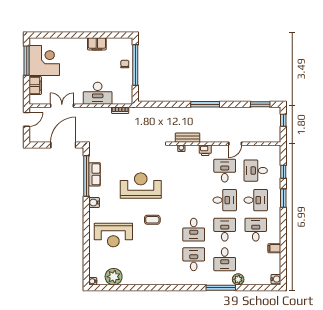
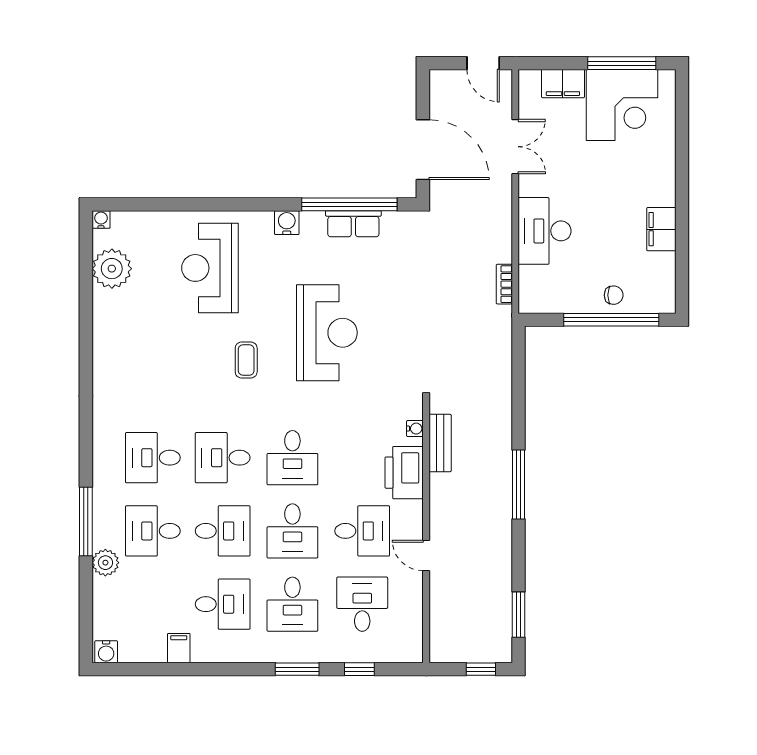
printer: (205, 150) -> (404, 473), width x1.87, depth x1.48
desk: (194, 200) -> (292, 458), added
desk: (194, 259) -> (153, 458), turned 180

